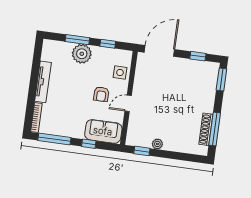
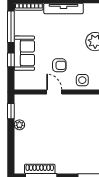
armchair: (101, 94) -> (59, 65), turned 180
sofa: (103, 131) -> (24, 53), moved

